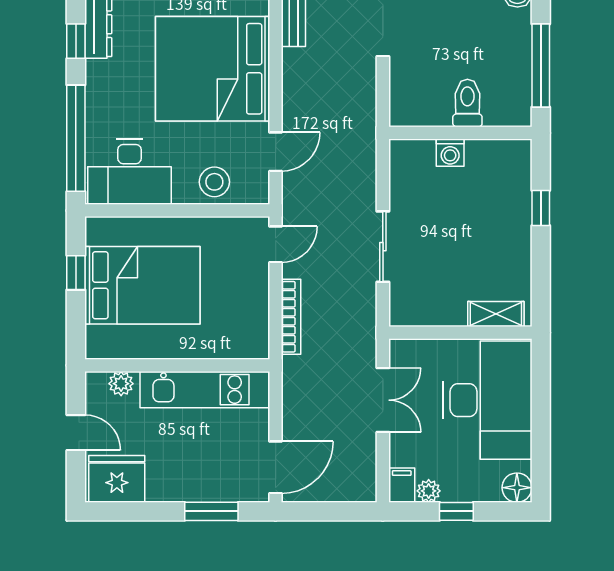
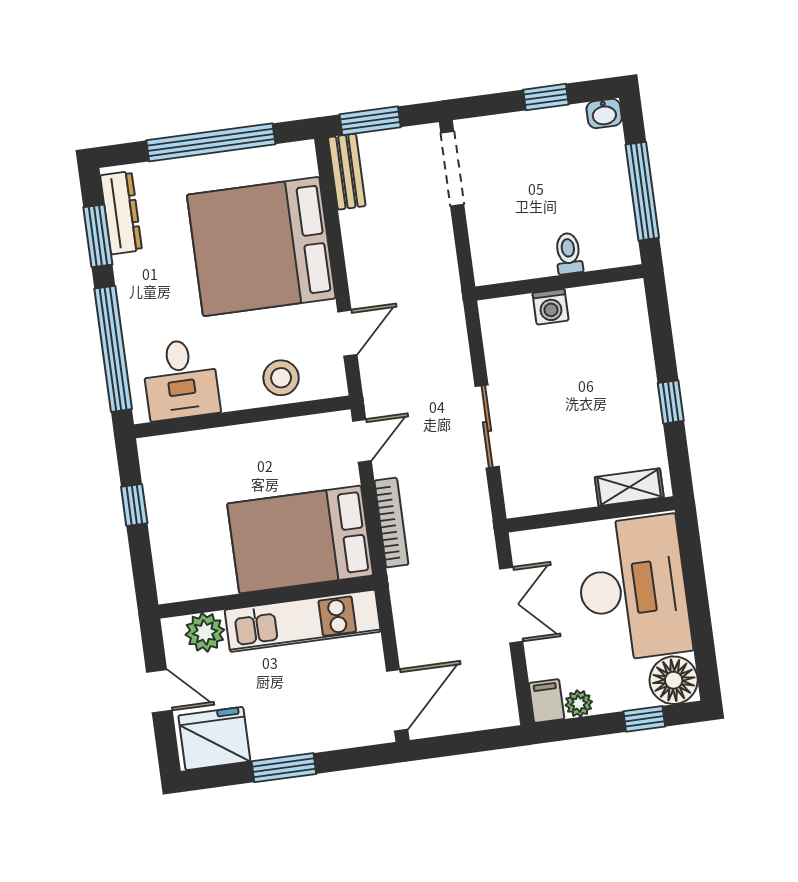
window: (76, 41) -> (98, 236), width x1.50
toilet: (467, 103) -> (569, 253), width x0.73, depth x0.72
desk: (130, 172) -> (181, 379), width x0.73
window: (541, 208) -> (671, 402), moved
bed: (142, 285) -> (300, 539), moved, turned 180
plant: (121, 384) -> (205, 632), width x1.38, depth x1.38
floor lamp: (517, 488) -> (674, 680), width x1.38, depth x1.38
window: (211, 511) -> (284, 768), moved
window: (456, 511) -> (644, 719), moved

